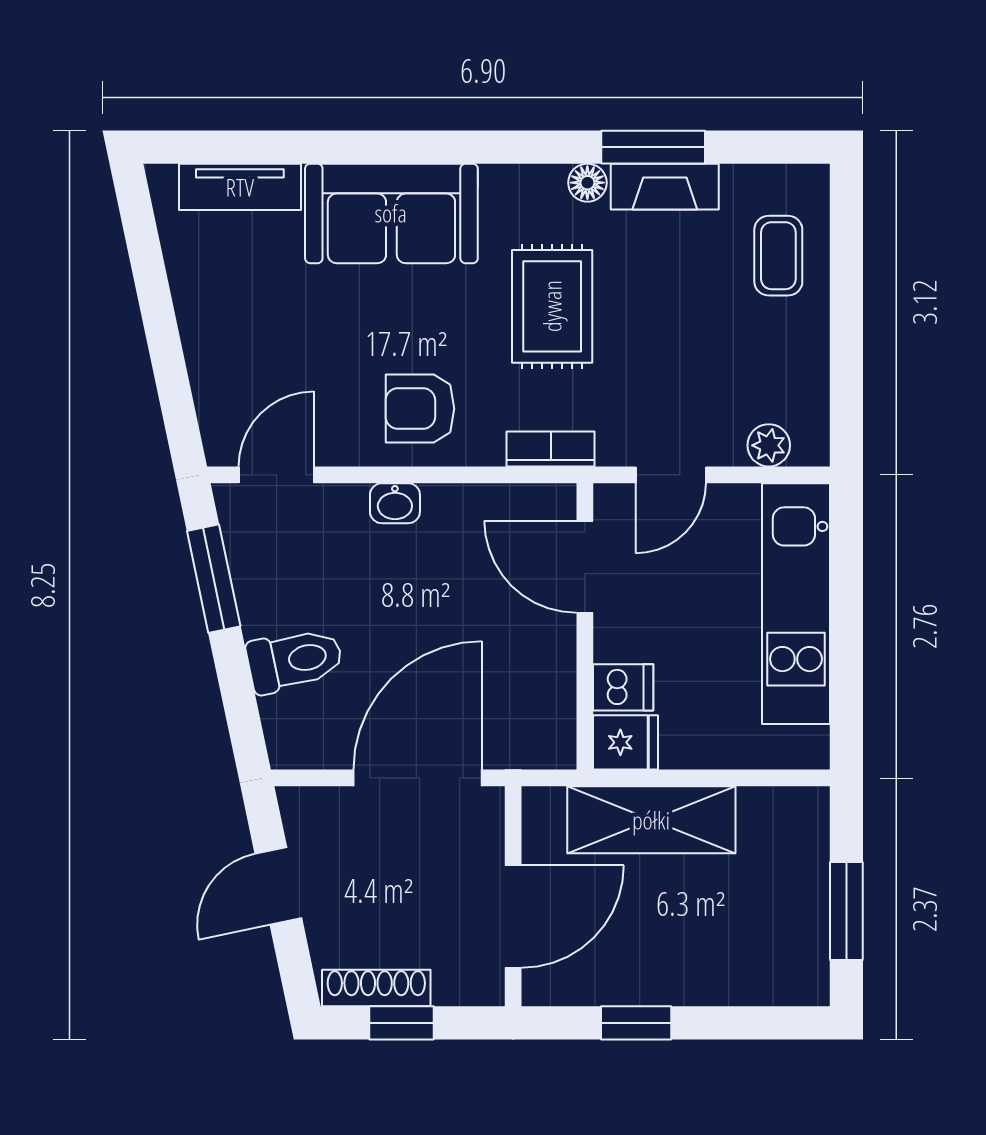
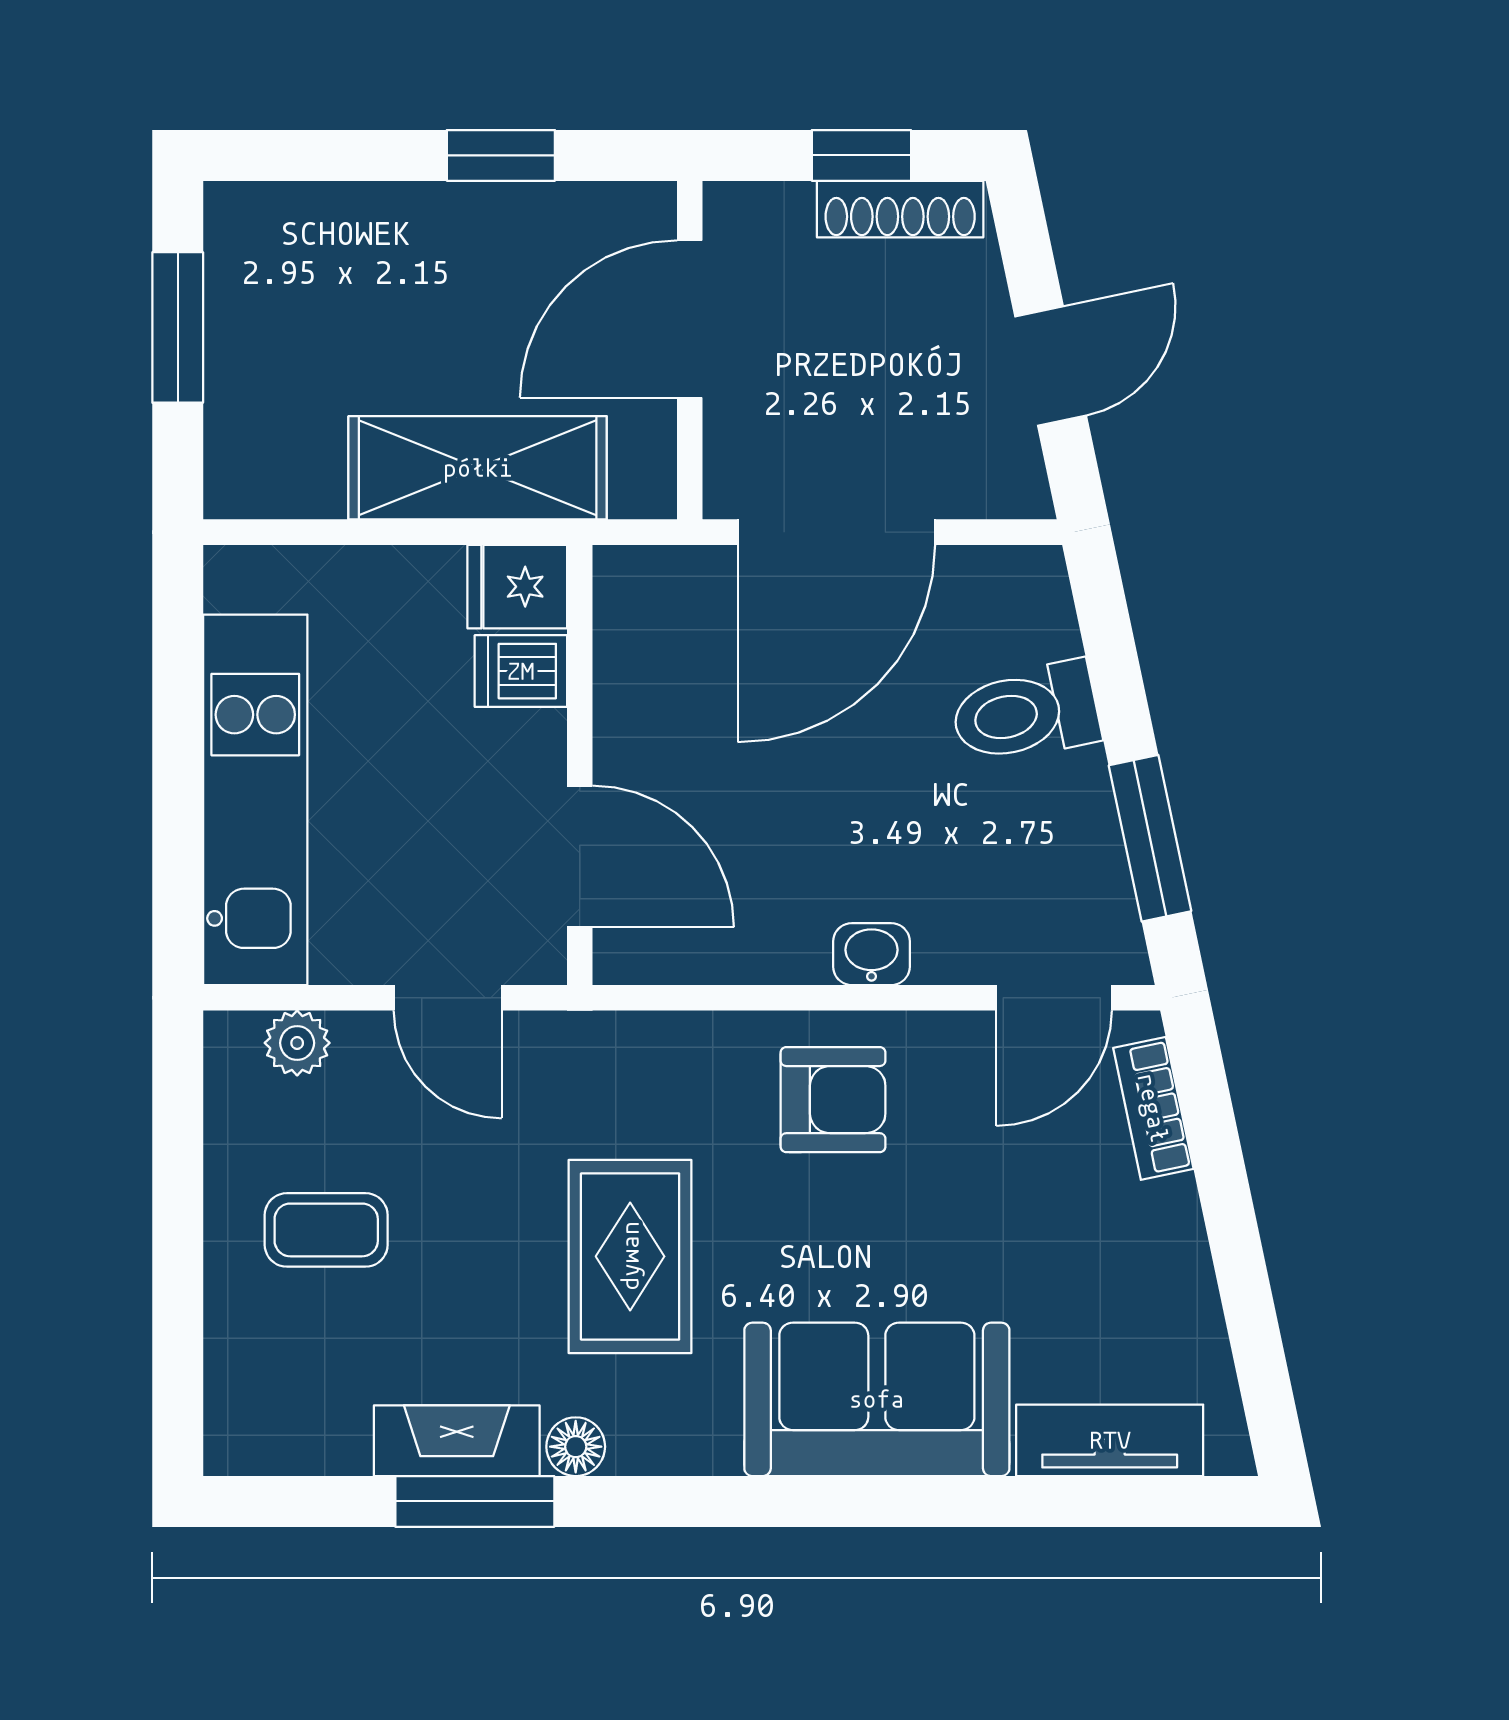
coffee table: (778, 256) -> (326, 1230), moved, turned 90
bookcase: (551, 449) -> (1153, 1108), moved, turned 78
door: (671, 475) -> (448, 998), swing flipped

